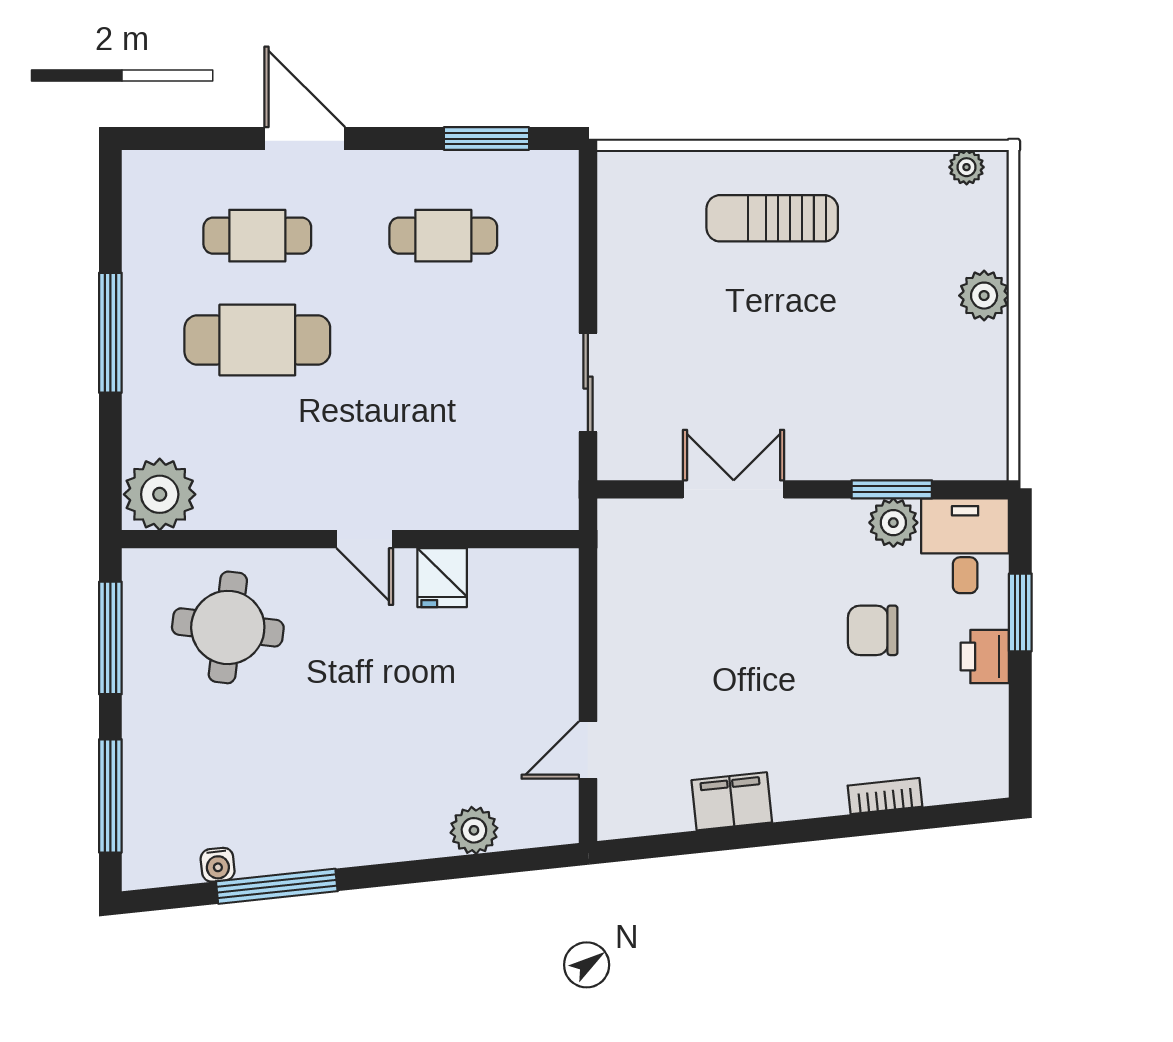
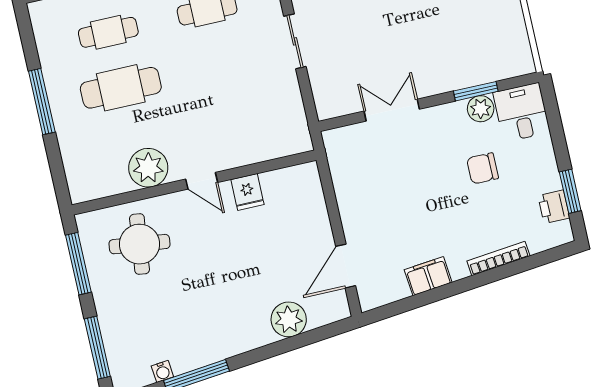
sliding door: (588, 383) -> (295, 41), moved
plant: (160, 494) -> (148, 168), moved
window: (1020, 612) -> (570, 191), moved
printer: (985, 657) -> (554, 207), moved
door: (588, 750) -> (346, 266), width x1.38
bookcase: (885, 796) -> (498, 259), width x1.56
plant: (474, 830) -> (289, 319), width x1.36, depth x1.36

